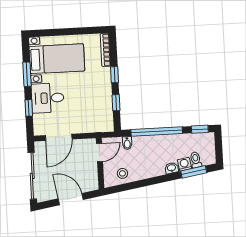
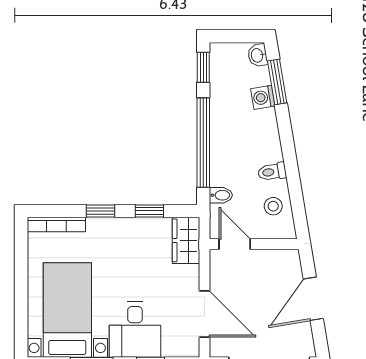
wardrobe: (100, 125) -> (186, 240), added
toilet: (196, 160) -> (272, 172), moved
washbasin: (172, 168) -> (258, 55), moved

